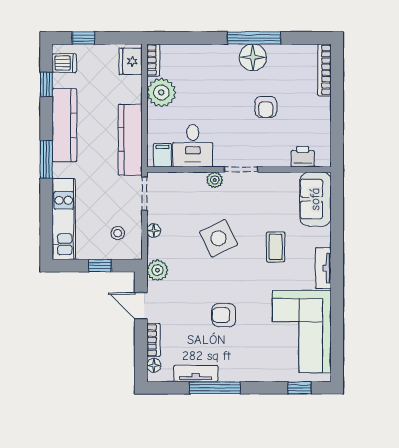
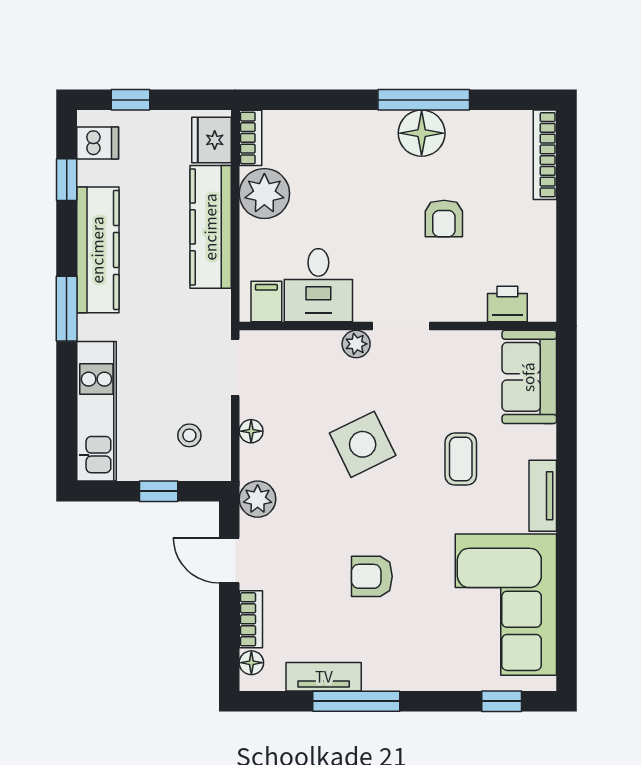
kitchen counter: (130, 140) -> (211, 227), moved

